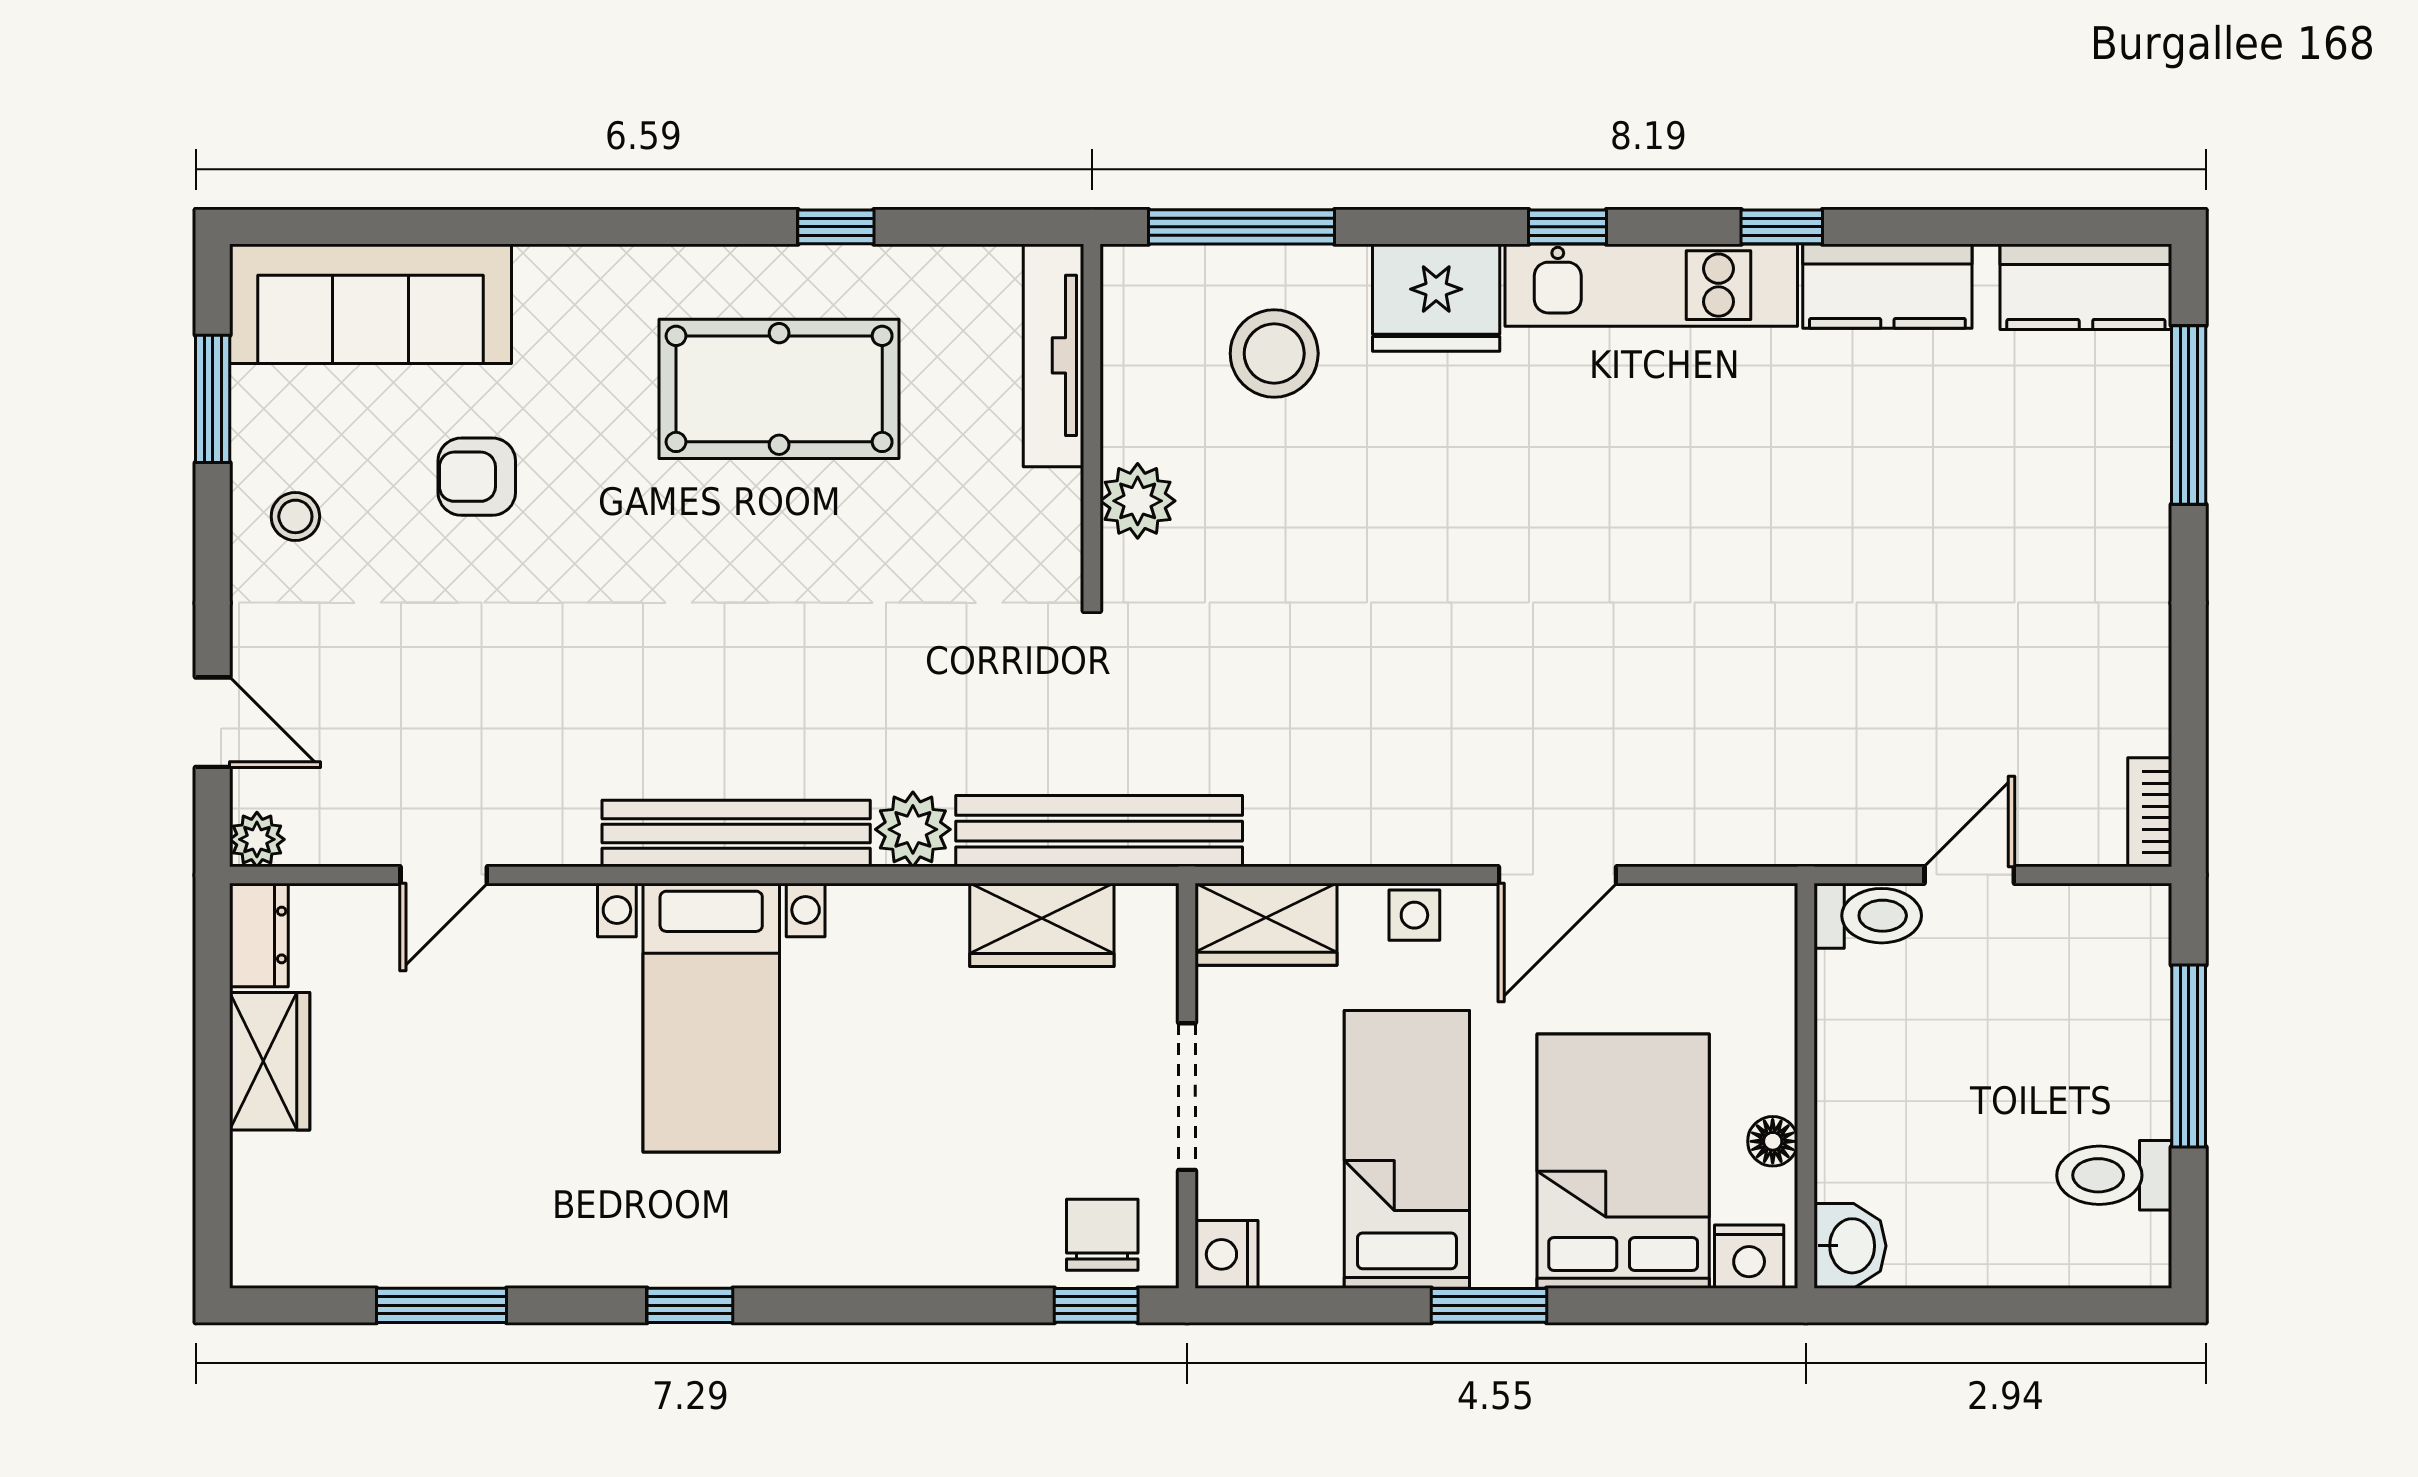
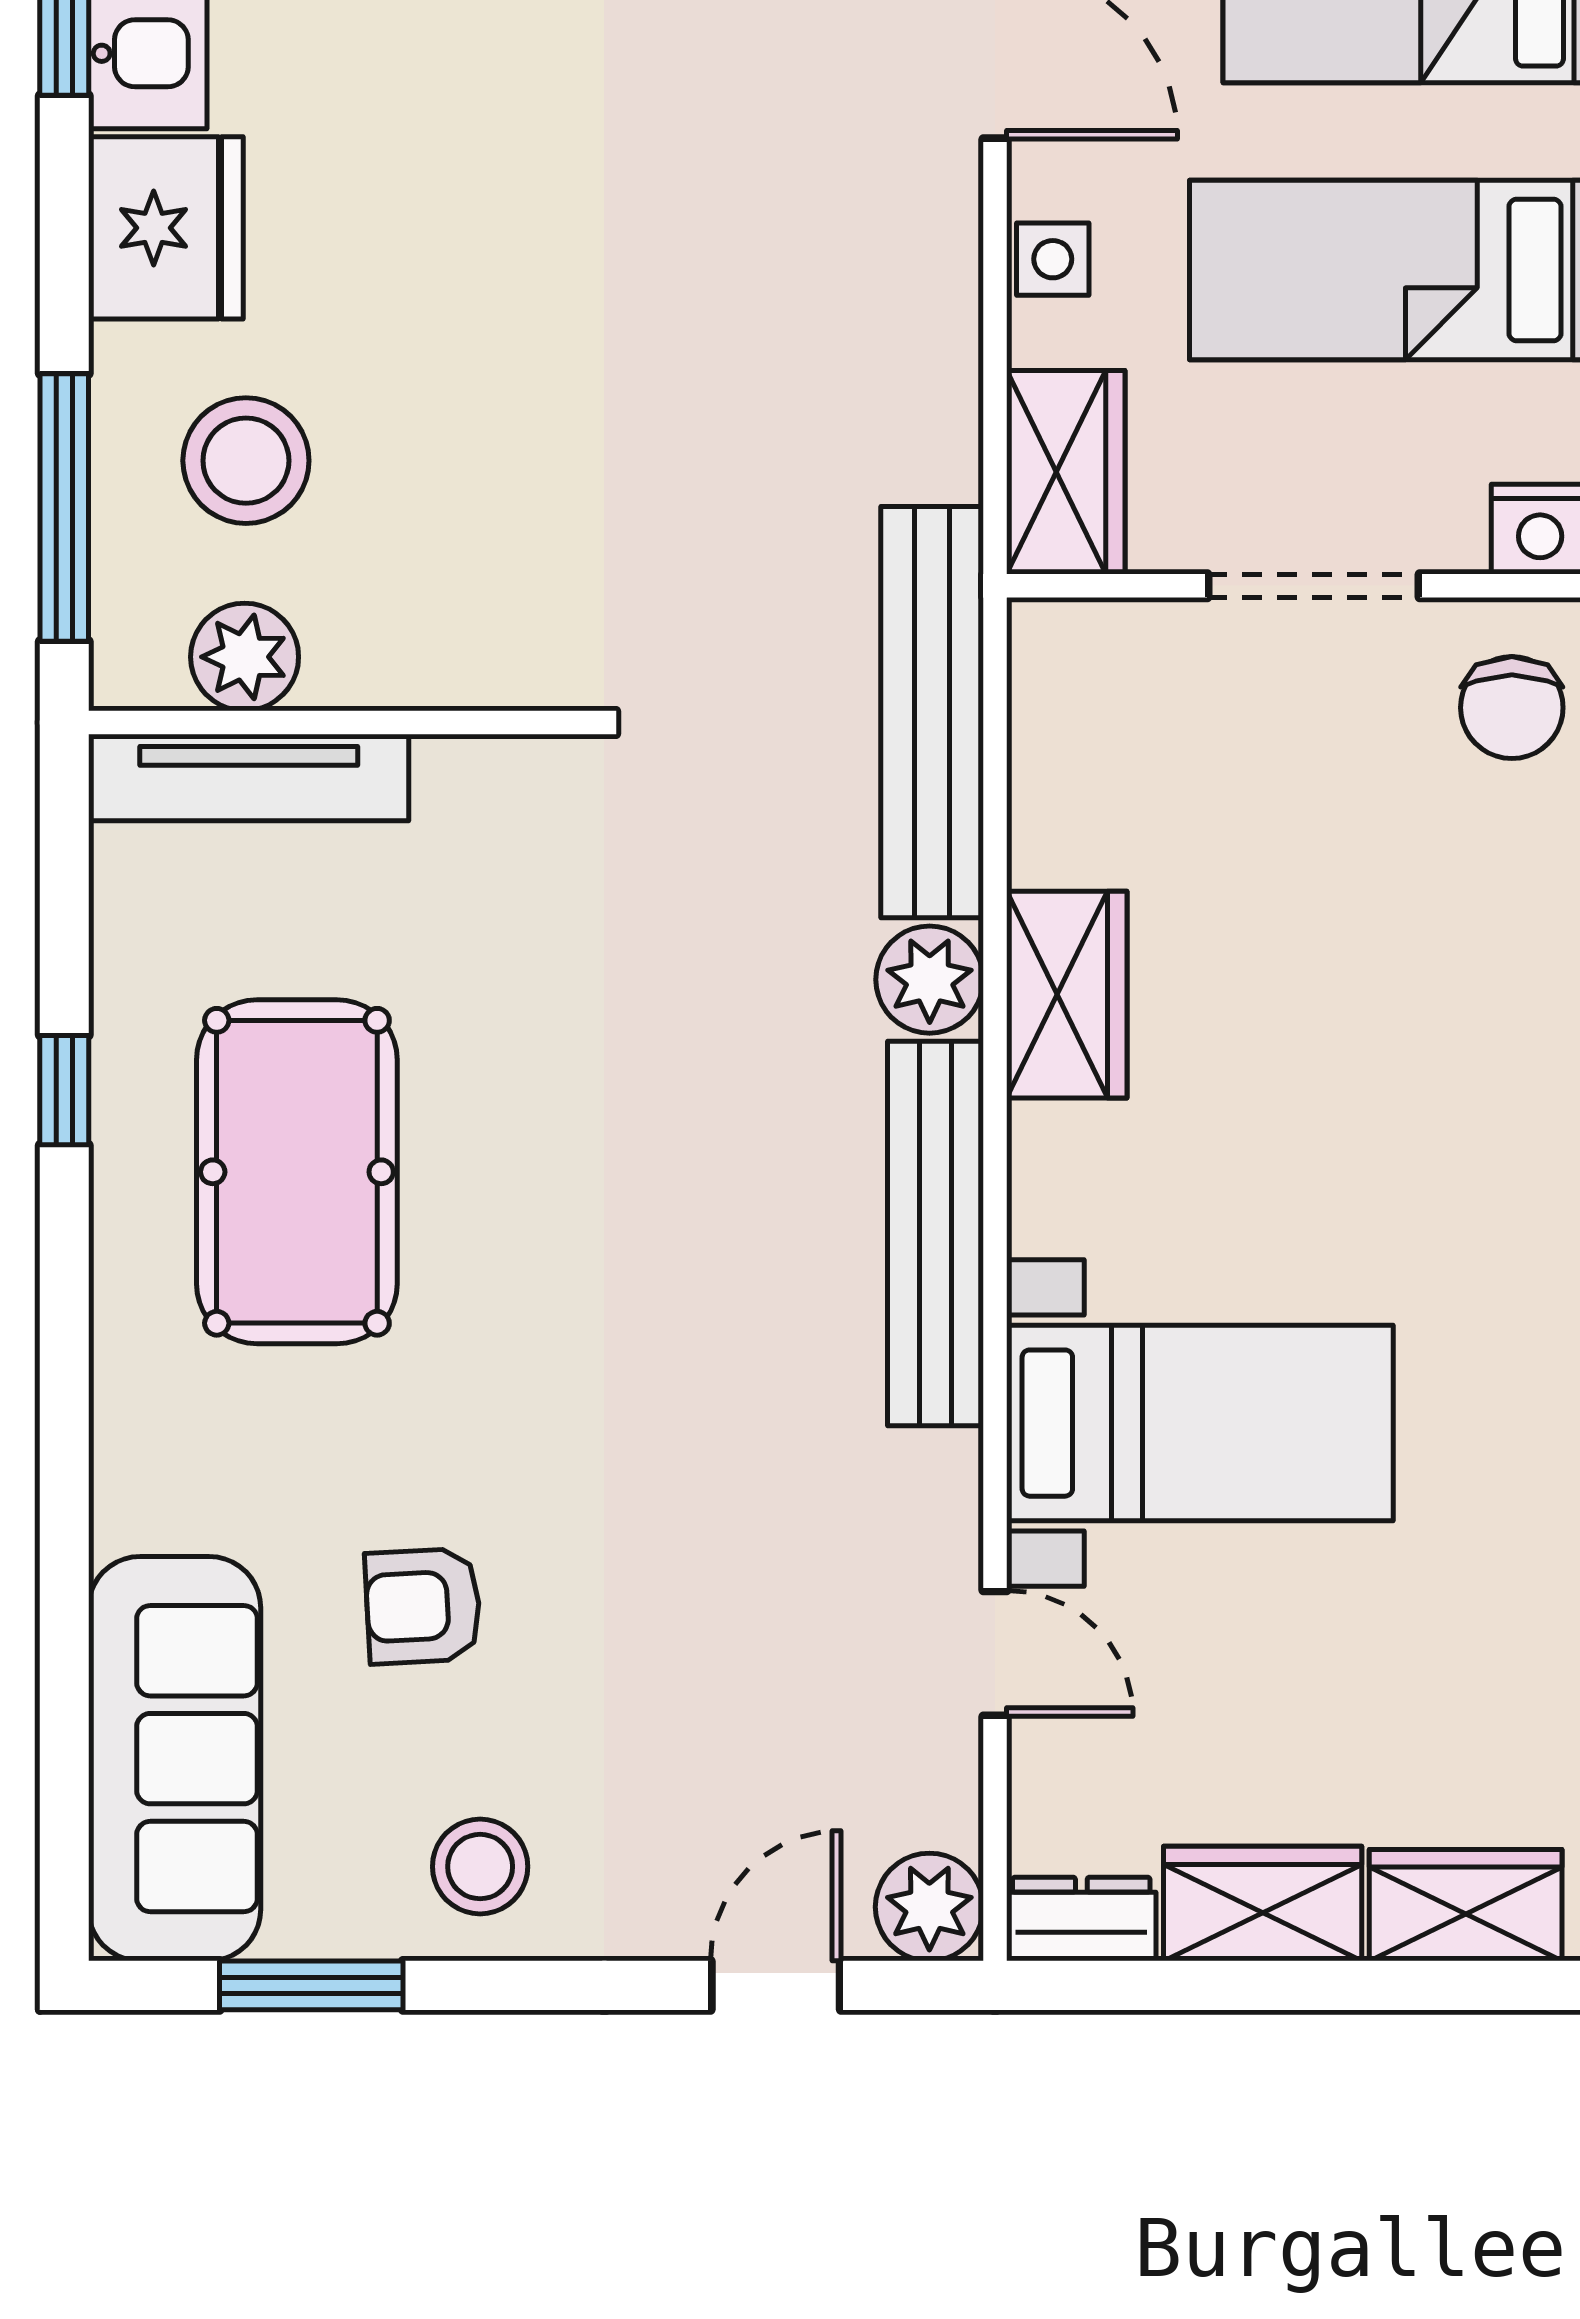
armchair: (477, 477) -> (423, 1606), turned 87
plant: (1138, 501) -> (245, 657), moved
stool: (295, 516) -> (480, 1867), width x1.37, depth x1.37
plant: (257, 839) -> (929, 1907), width x1.38, depth x1.38
wardrobe: (1042, 925) -> (1067, 995), moved
bed with nightstands: (711, 1018) -> (1200, 1423), moved
wardrobe: (269, 1203) -> (1466, 1905), added
chair: (1102, 1235) -> (1512, 708), turned -90

